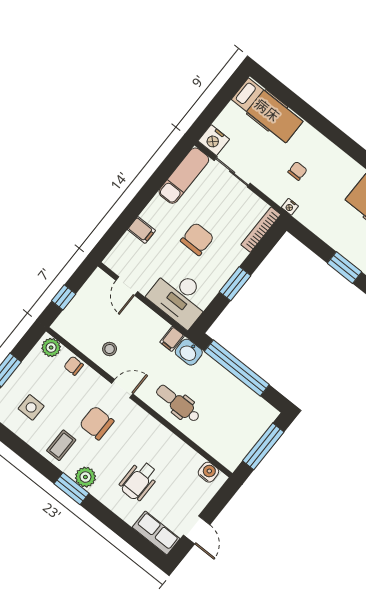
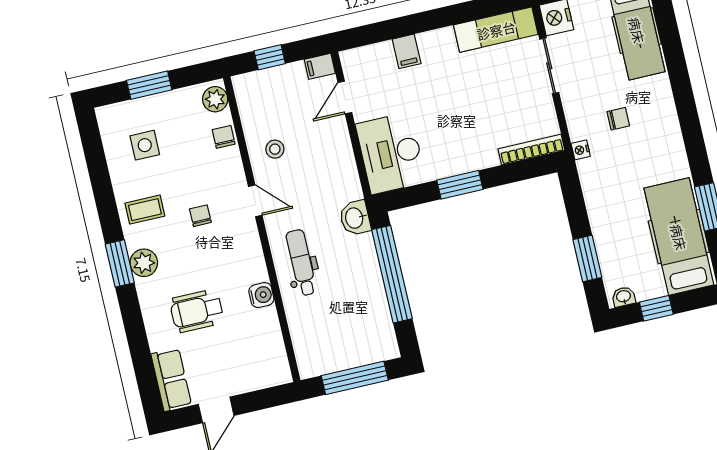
chair: (197, 239) -> (457, 107), removed
filing cabinet: (172, 339) -> (320, 66), moved
chair: (97, 423) -> (200, 216), width x0.54, depth x0.54
water cooler: (208, 472) -> (261, 295), moved

